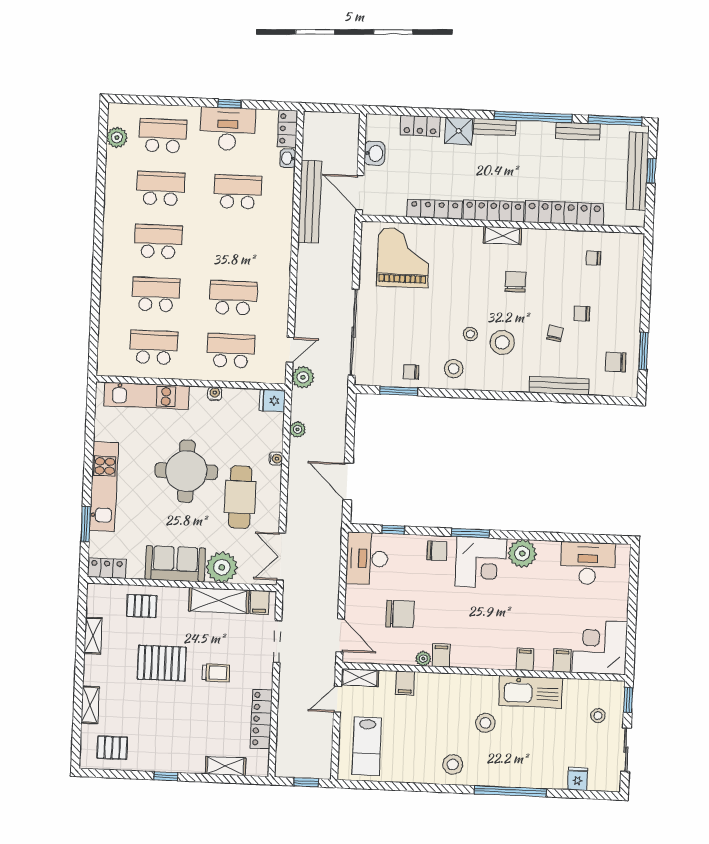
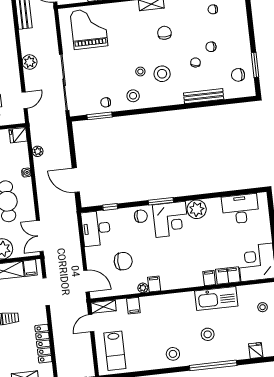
plant: (303, 377) -> (30, 62), moved
filing cabinet: (562, 661) -> (228, 276), width x2.00
stool: (485, 723) -> (208, 334), moved

